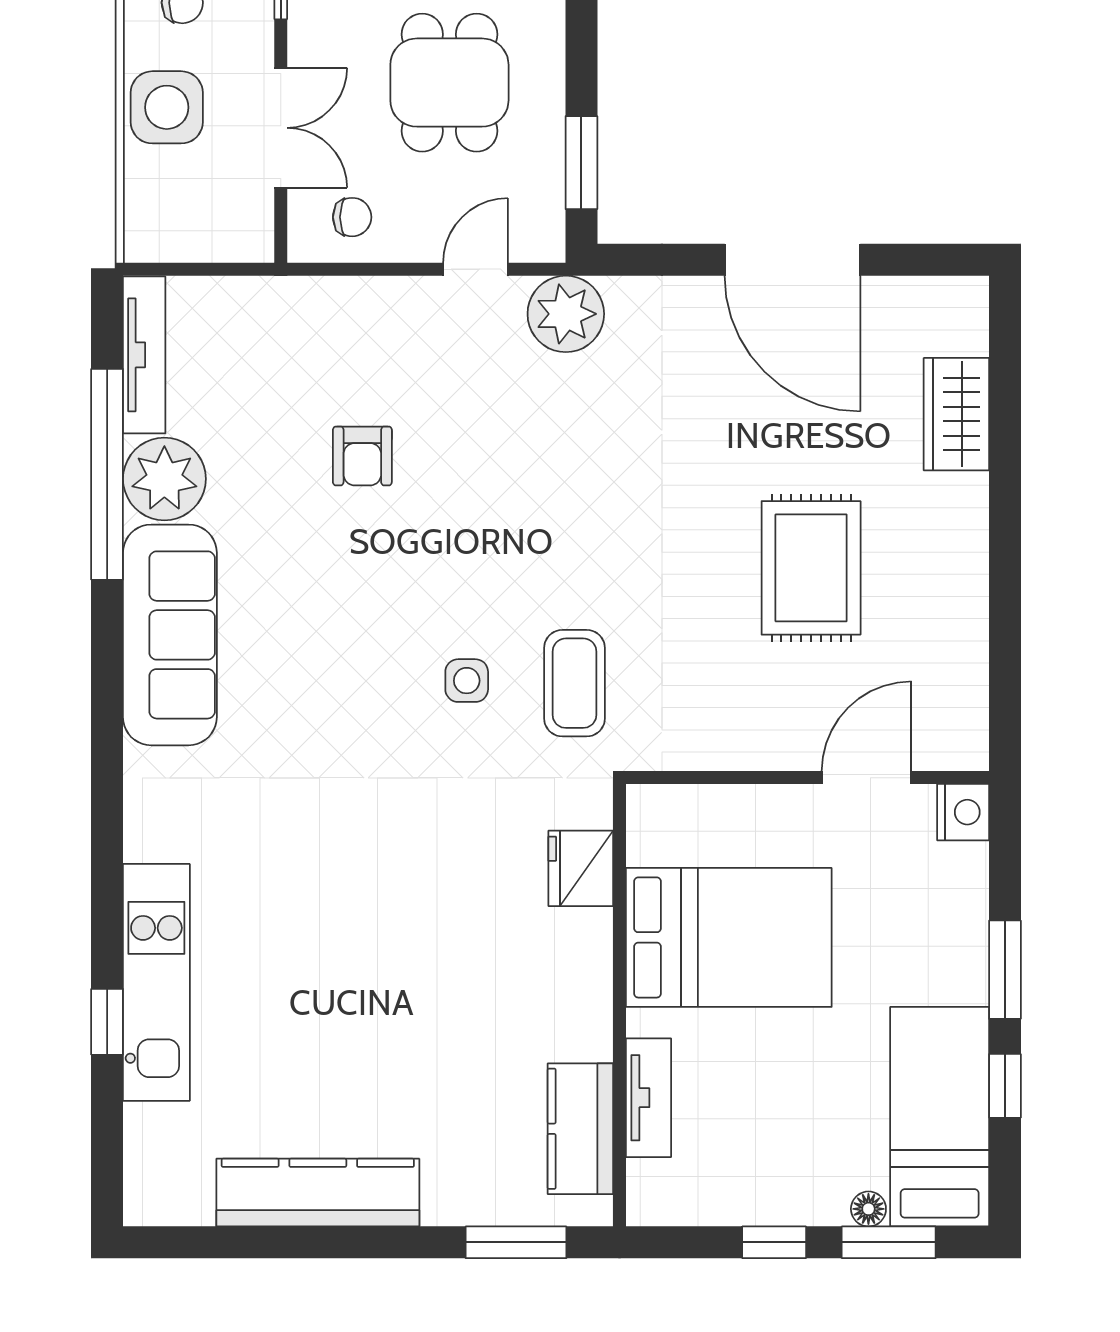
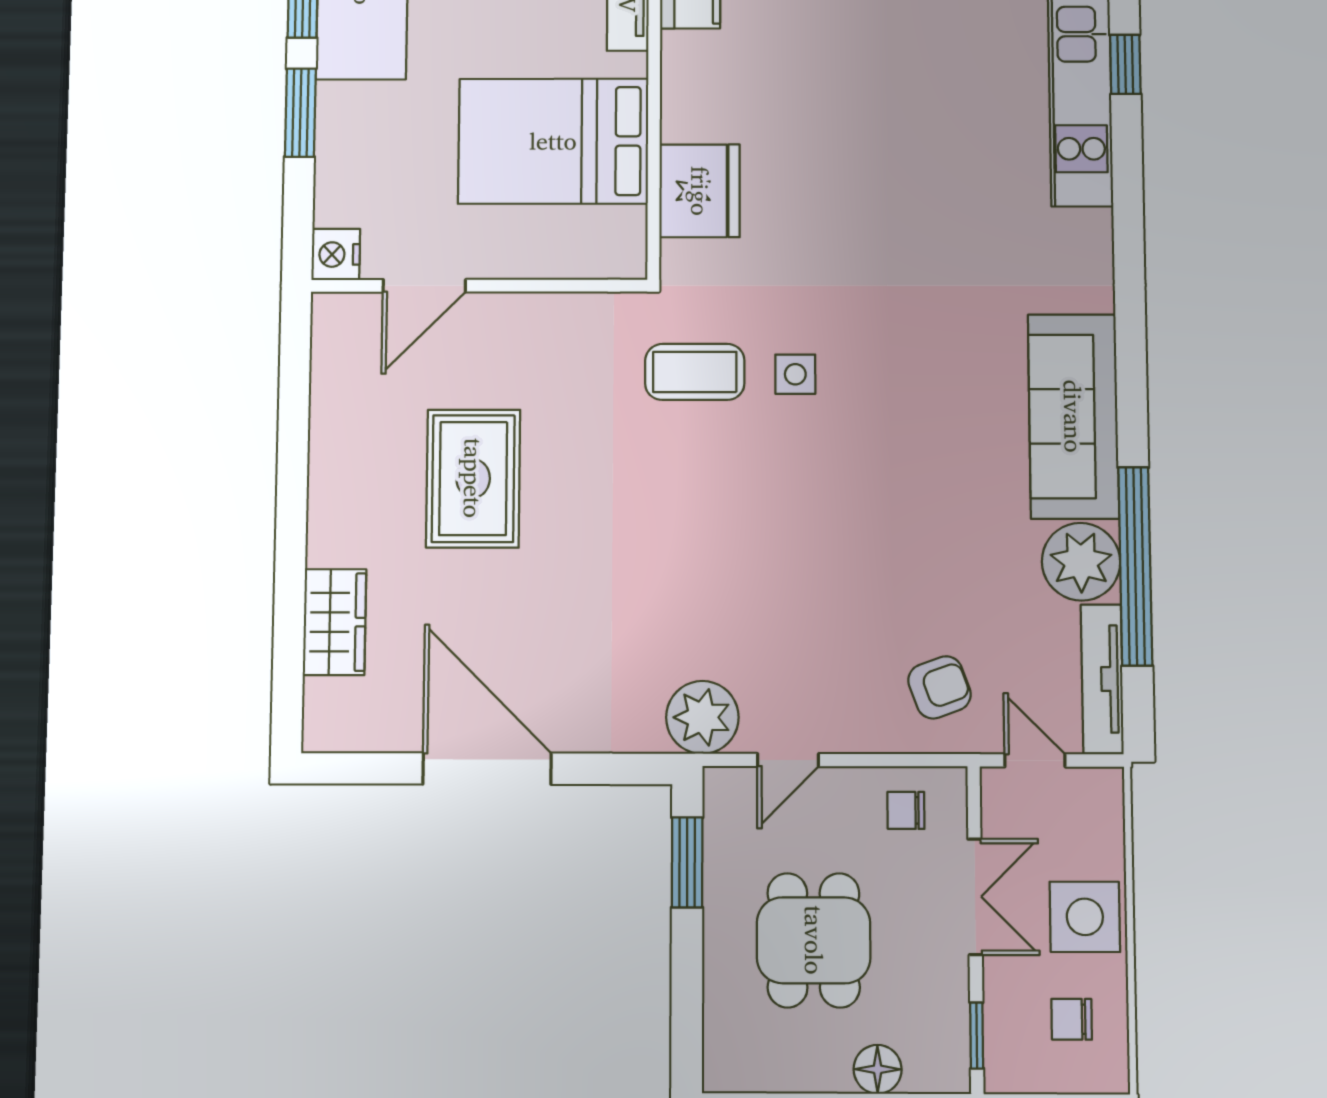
double door: (281, 128) -> (975, 897), swing flipped
door: (216, 269) -> (1035, 760), added
armchair: (362, 456) -> (940, 687), moved, turned 70
coffee table: (574, 683) -> (695, 372), turned 90
fridge: (581, 868) -> (700, 191), width x1.36, depth x1.34

